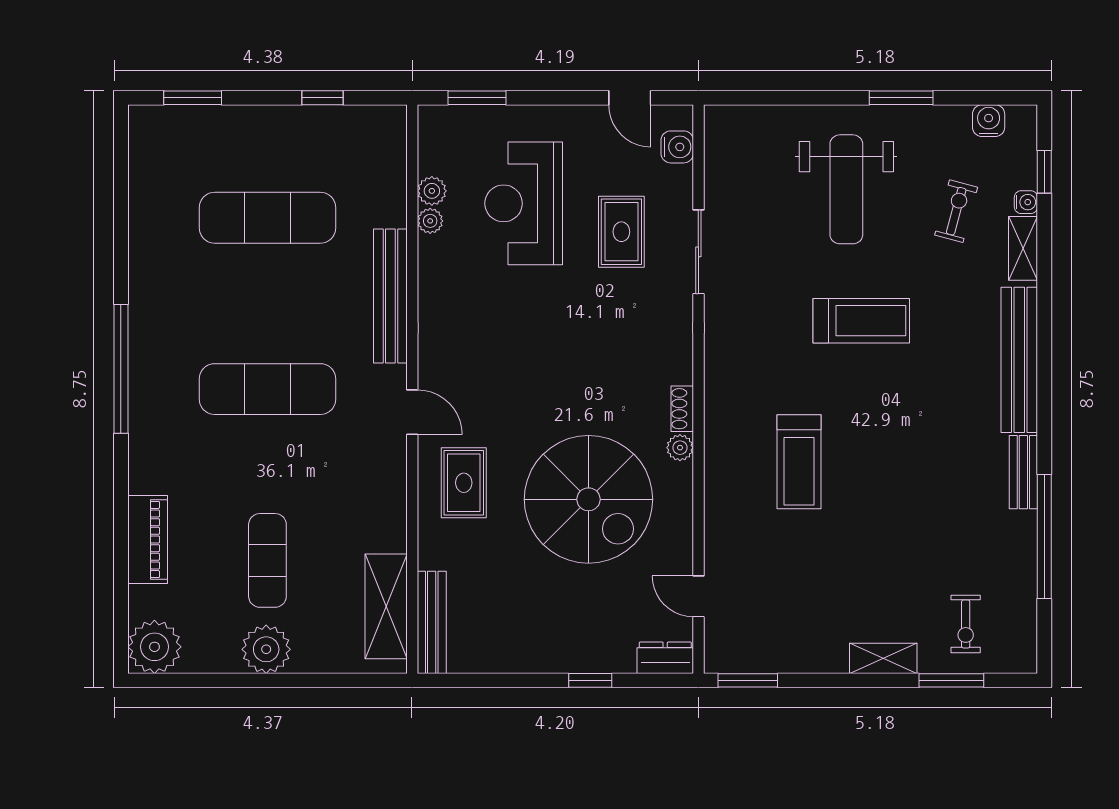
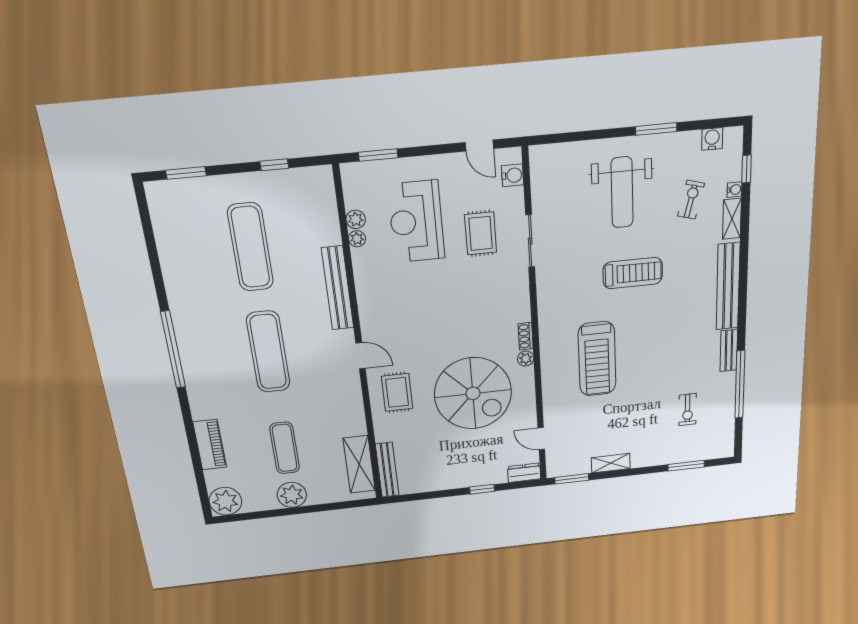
exercise mat: (267, 218) -> (250, 247), turned 90
exercise mat: (267, 389) -> (268, 352), turned 90
treadmill: (799, 462) -> (597, 359), width x1.37, depth x1.38
exercise bike: (966, 624) -> (688, 410), moved
shelving: (883, 658) -> (611, 463), moved

